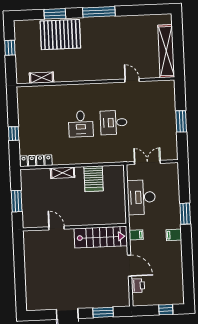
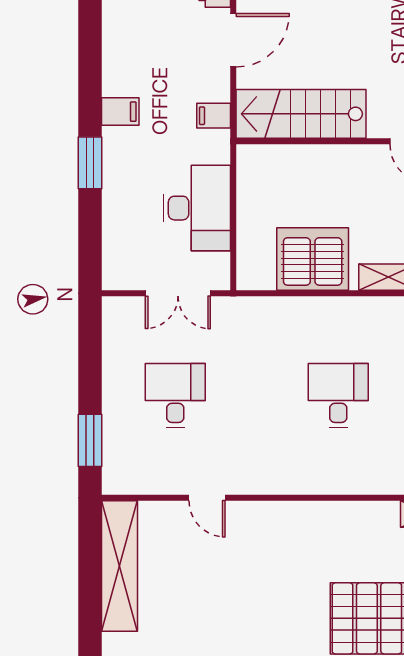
window: (181, 121) -> (90, 440), moved
desk: (114, 122) -> (175, 396), moved, turned -90
server rack: (94, 179) -> (313, 259), width x1.60
door: (129, 266) -> (233, 40), swing flipped

